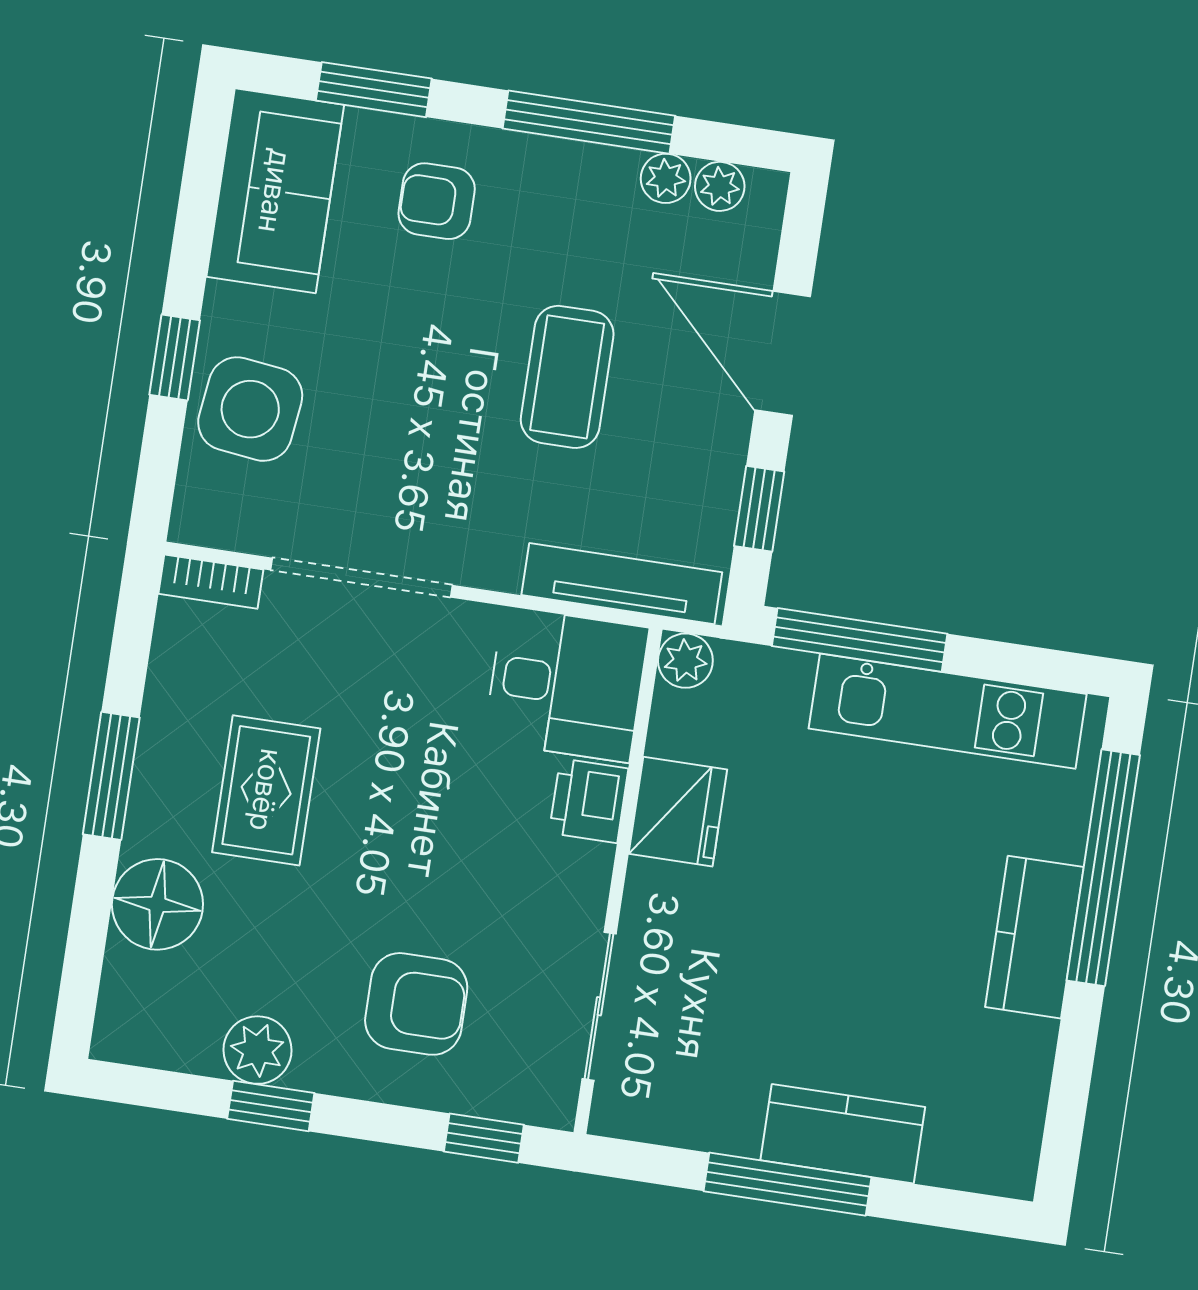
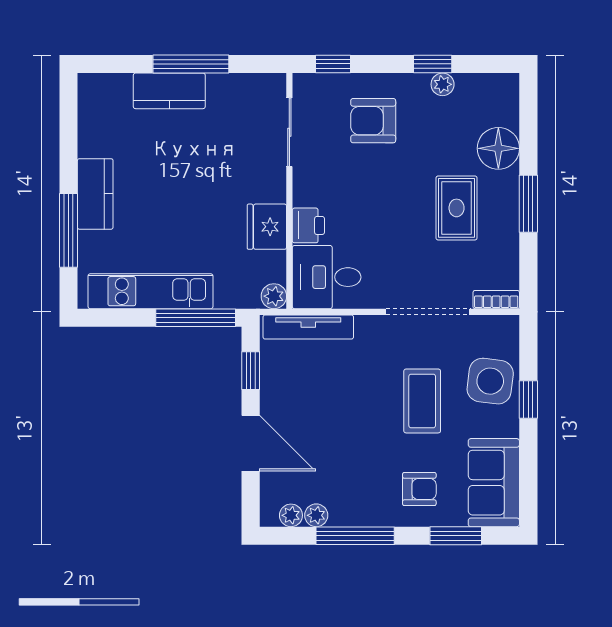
coffee table: (567, 377) -> (422, 401), moved
window: (1103, 868) -> (69, 230), width x0.68
plant: (258, 1050) -> (443, 84), width x0.73, depth x0.73

